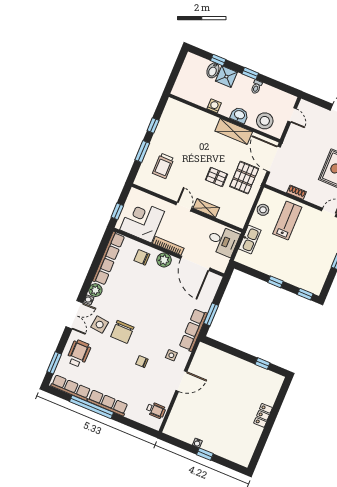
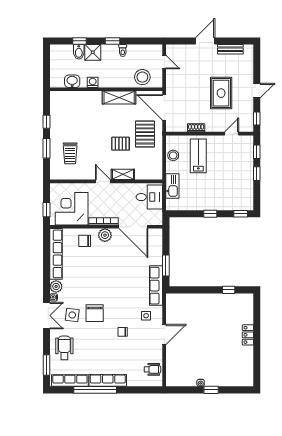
washbasin: (239, 115) -> (72, 81), moved

